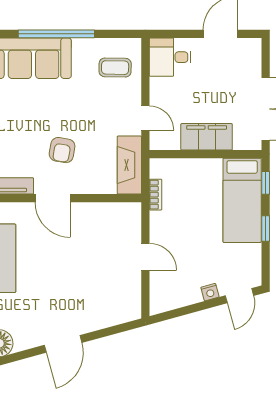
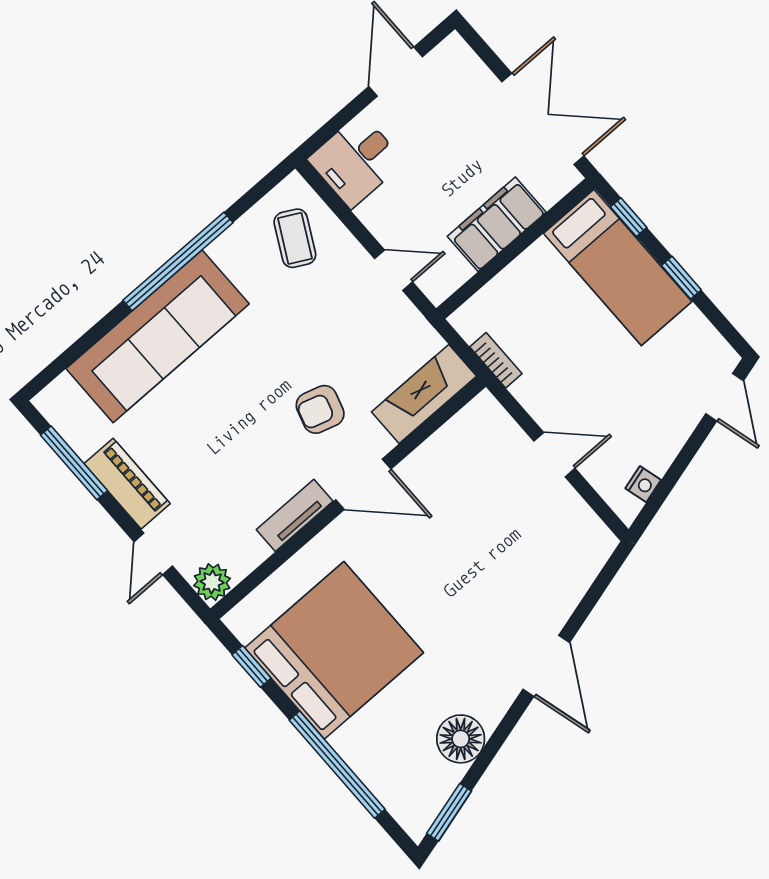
coffee table: (115, 68) -> (295, 238), turned -63
armchair: (62, 150) -> (320, 409), turned 97
fireplace: (129, 165) -> (424, 394), moved, turned 90
nightstand: (210, 292) -> (643, 484), moved

